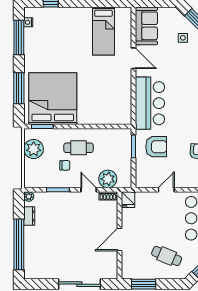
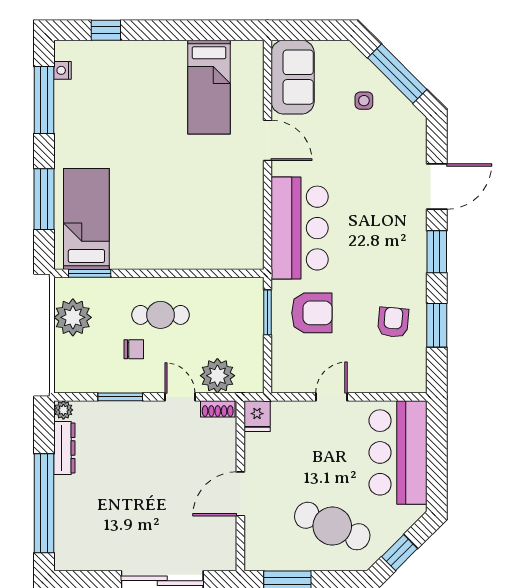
bed: (53, 99) -> (86, 219), width x0.49
dresser: (29, 216) -> (64, 448), width x1.44
cafe table: (167, 256) -> (332, 526), width x1.37, depth x1.35

